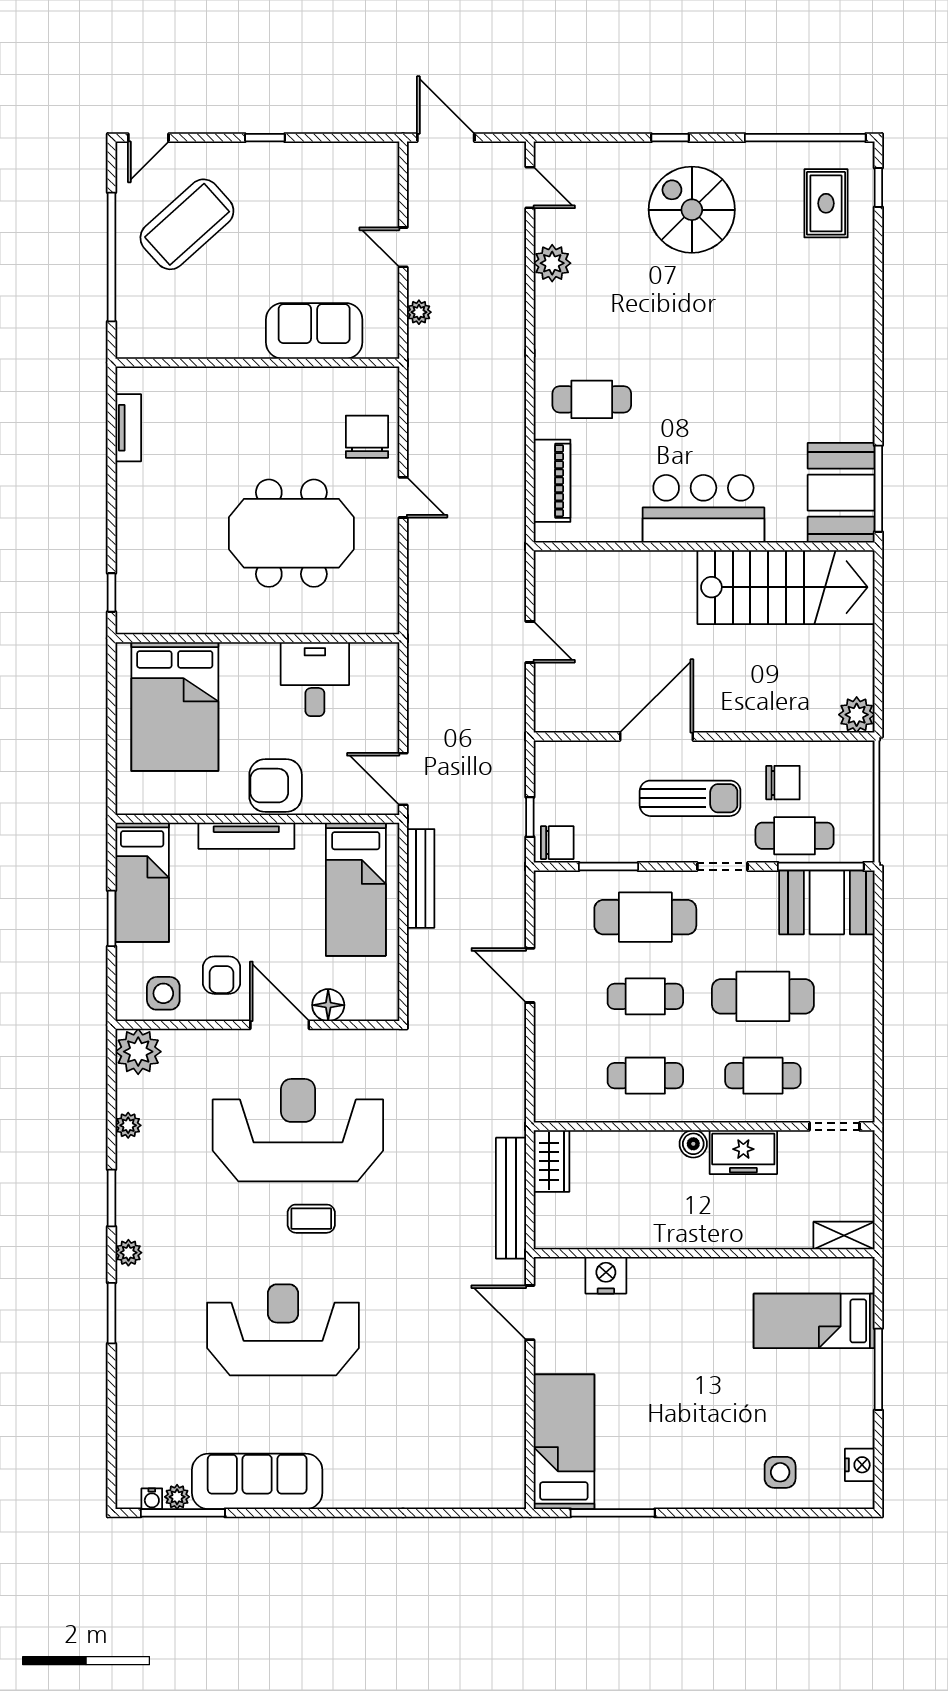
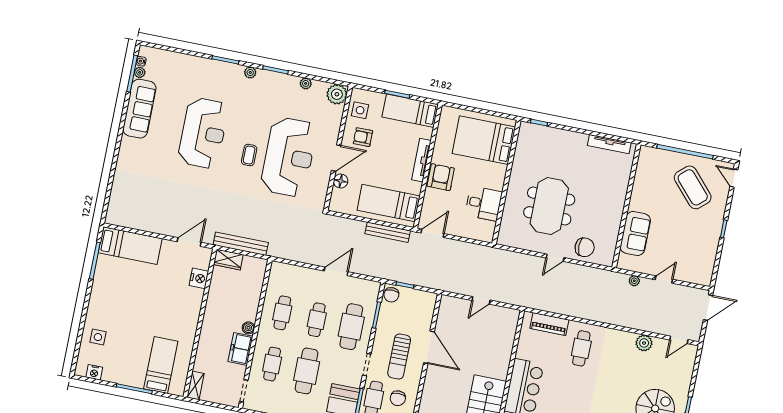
tv unit: (128, 428) -> (609, 144), width x1.41
wardrobe: (551, 1161) -> (228, 260), moved

